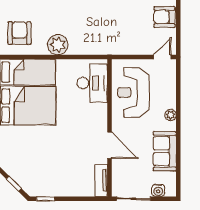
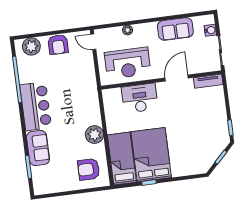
desk: (92, 83) -> (140, 98), moved
plant: (171, 115) -> (128, 30), moved

